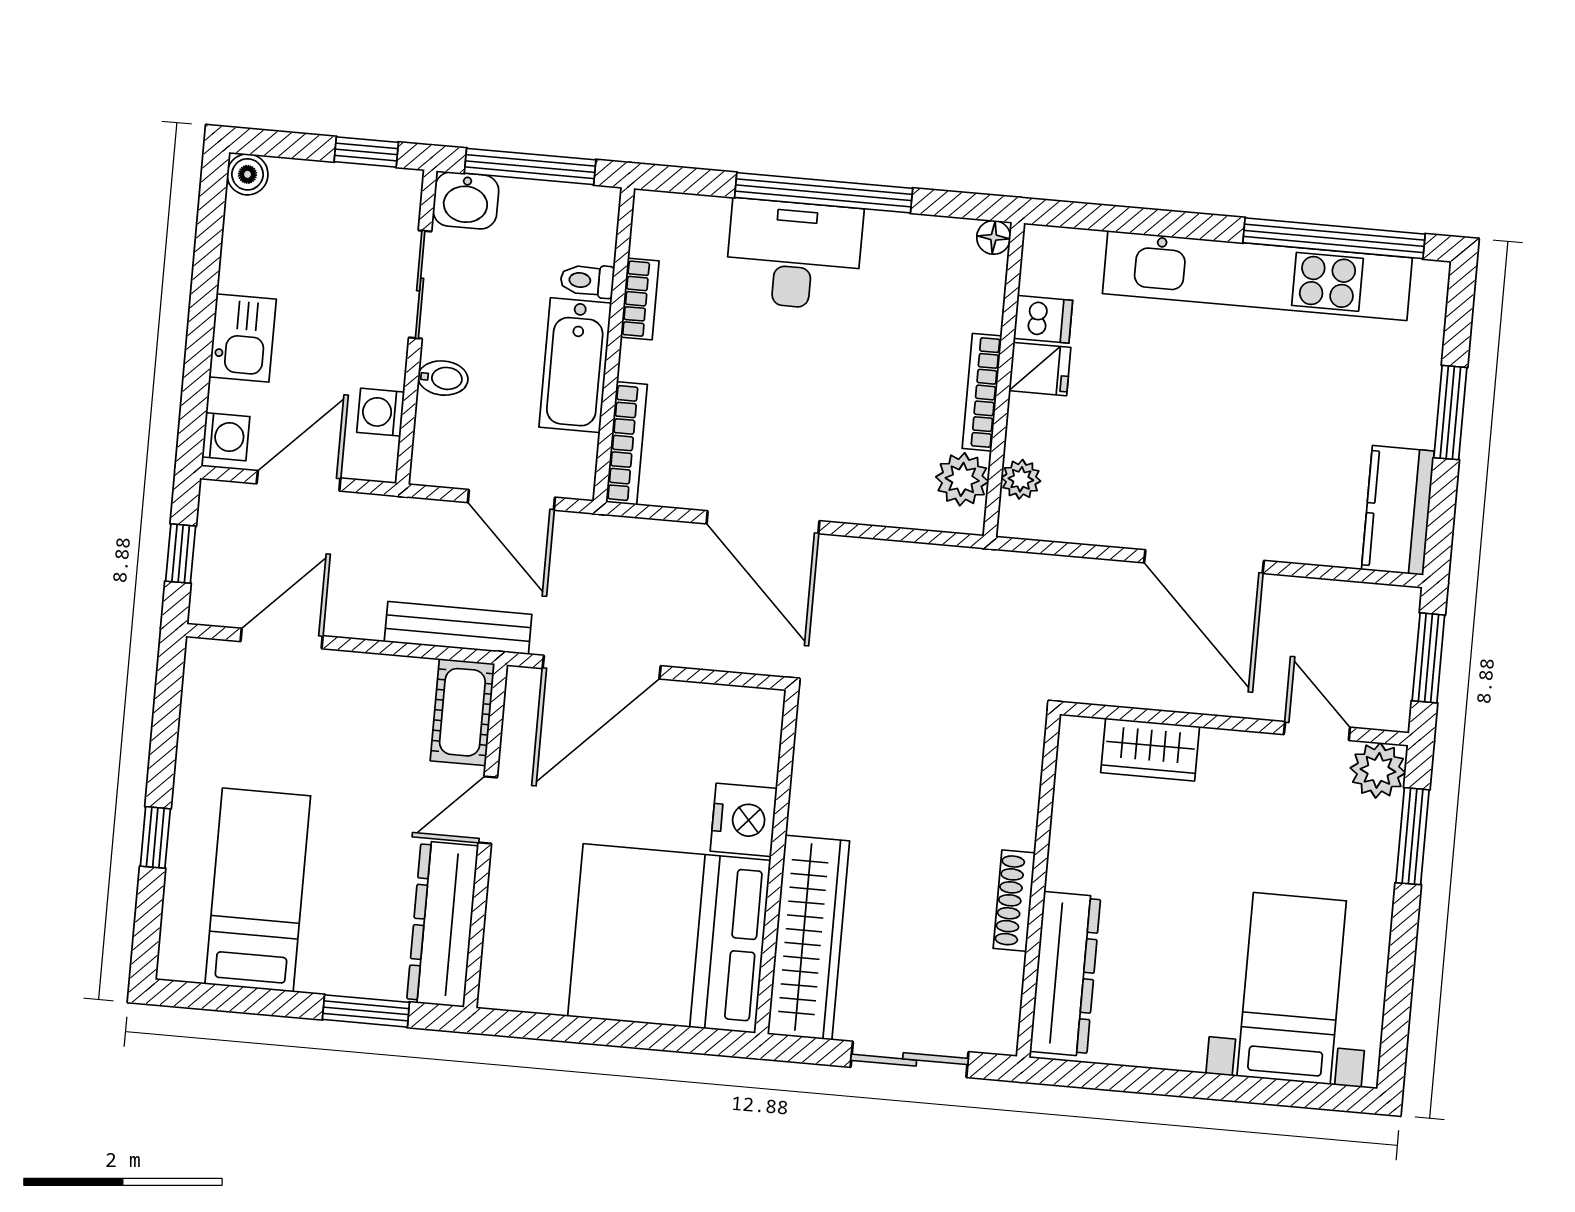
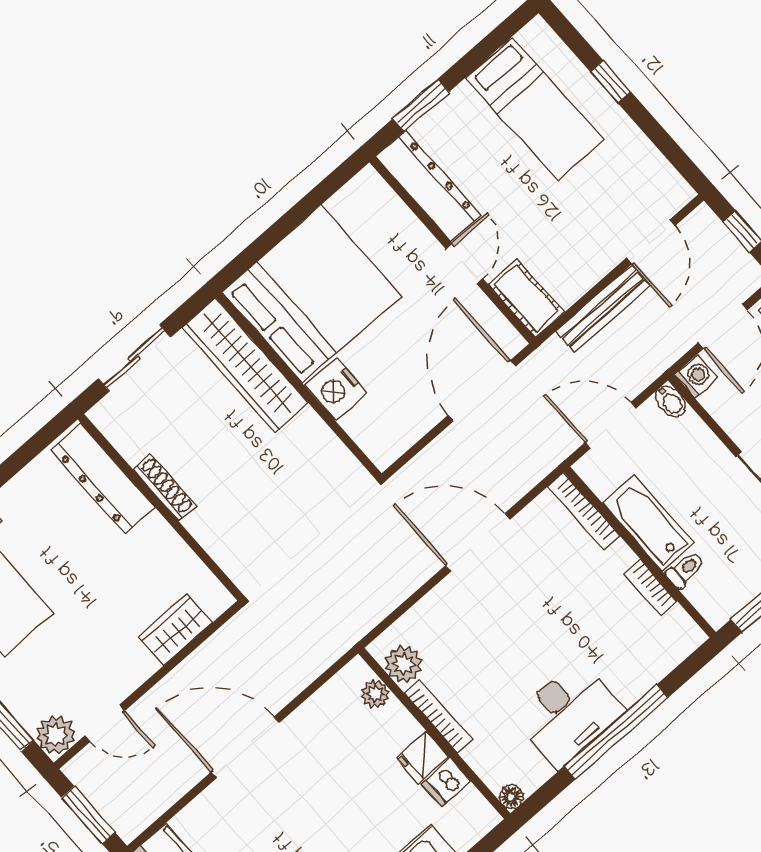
desk: (794, 255) -> (568, 714), moved
bidet: (443, 378) -> (671, 401), moved, turned -90
washing machine: (381, 412) -> (696, 376), moved
bench: (458, 628) -> (603, 308), moved

